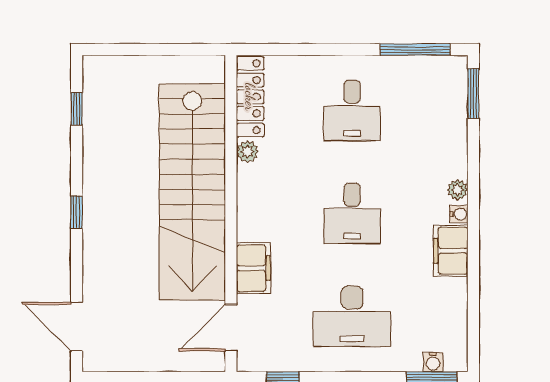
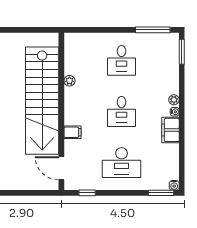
locker: (250, 97) -> (71, 53), removed
filing cabinet: (253, 268) -> (72, 132), width x0.50
door: (231, 328) -> (61, 168), hinge flipped
water cooler: (433, 362) -> (174, 185), moved

